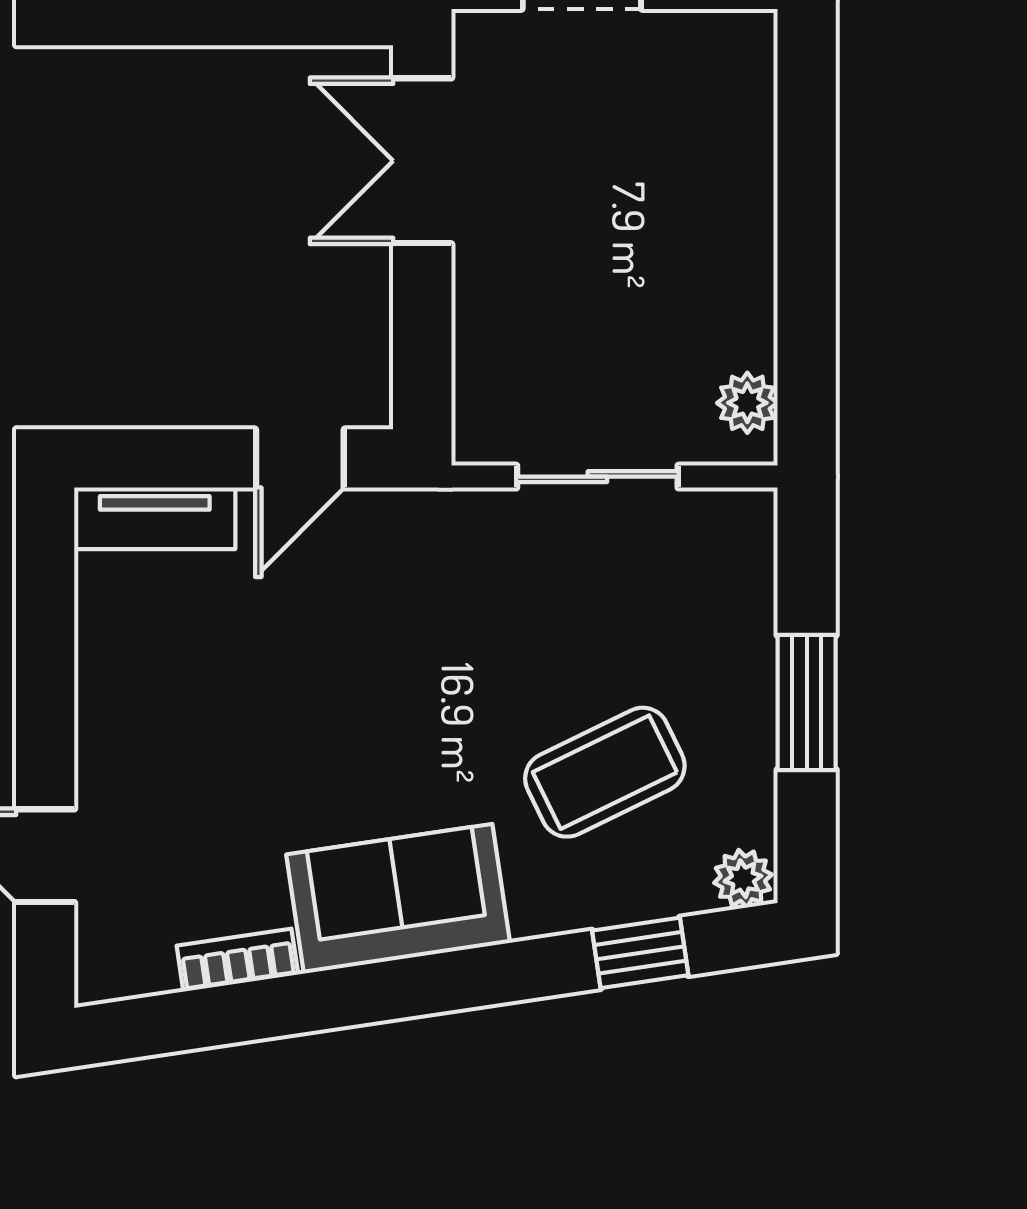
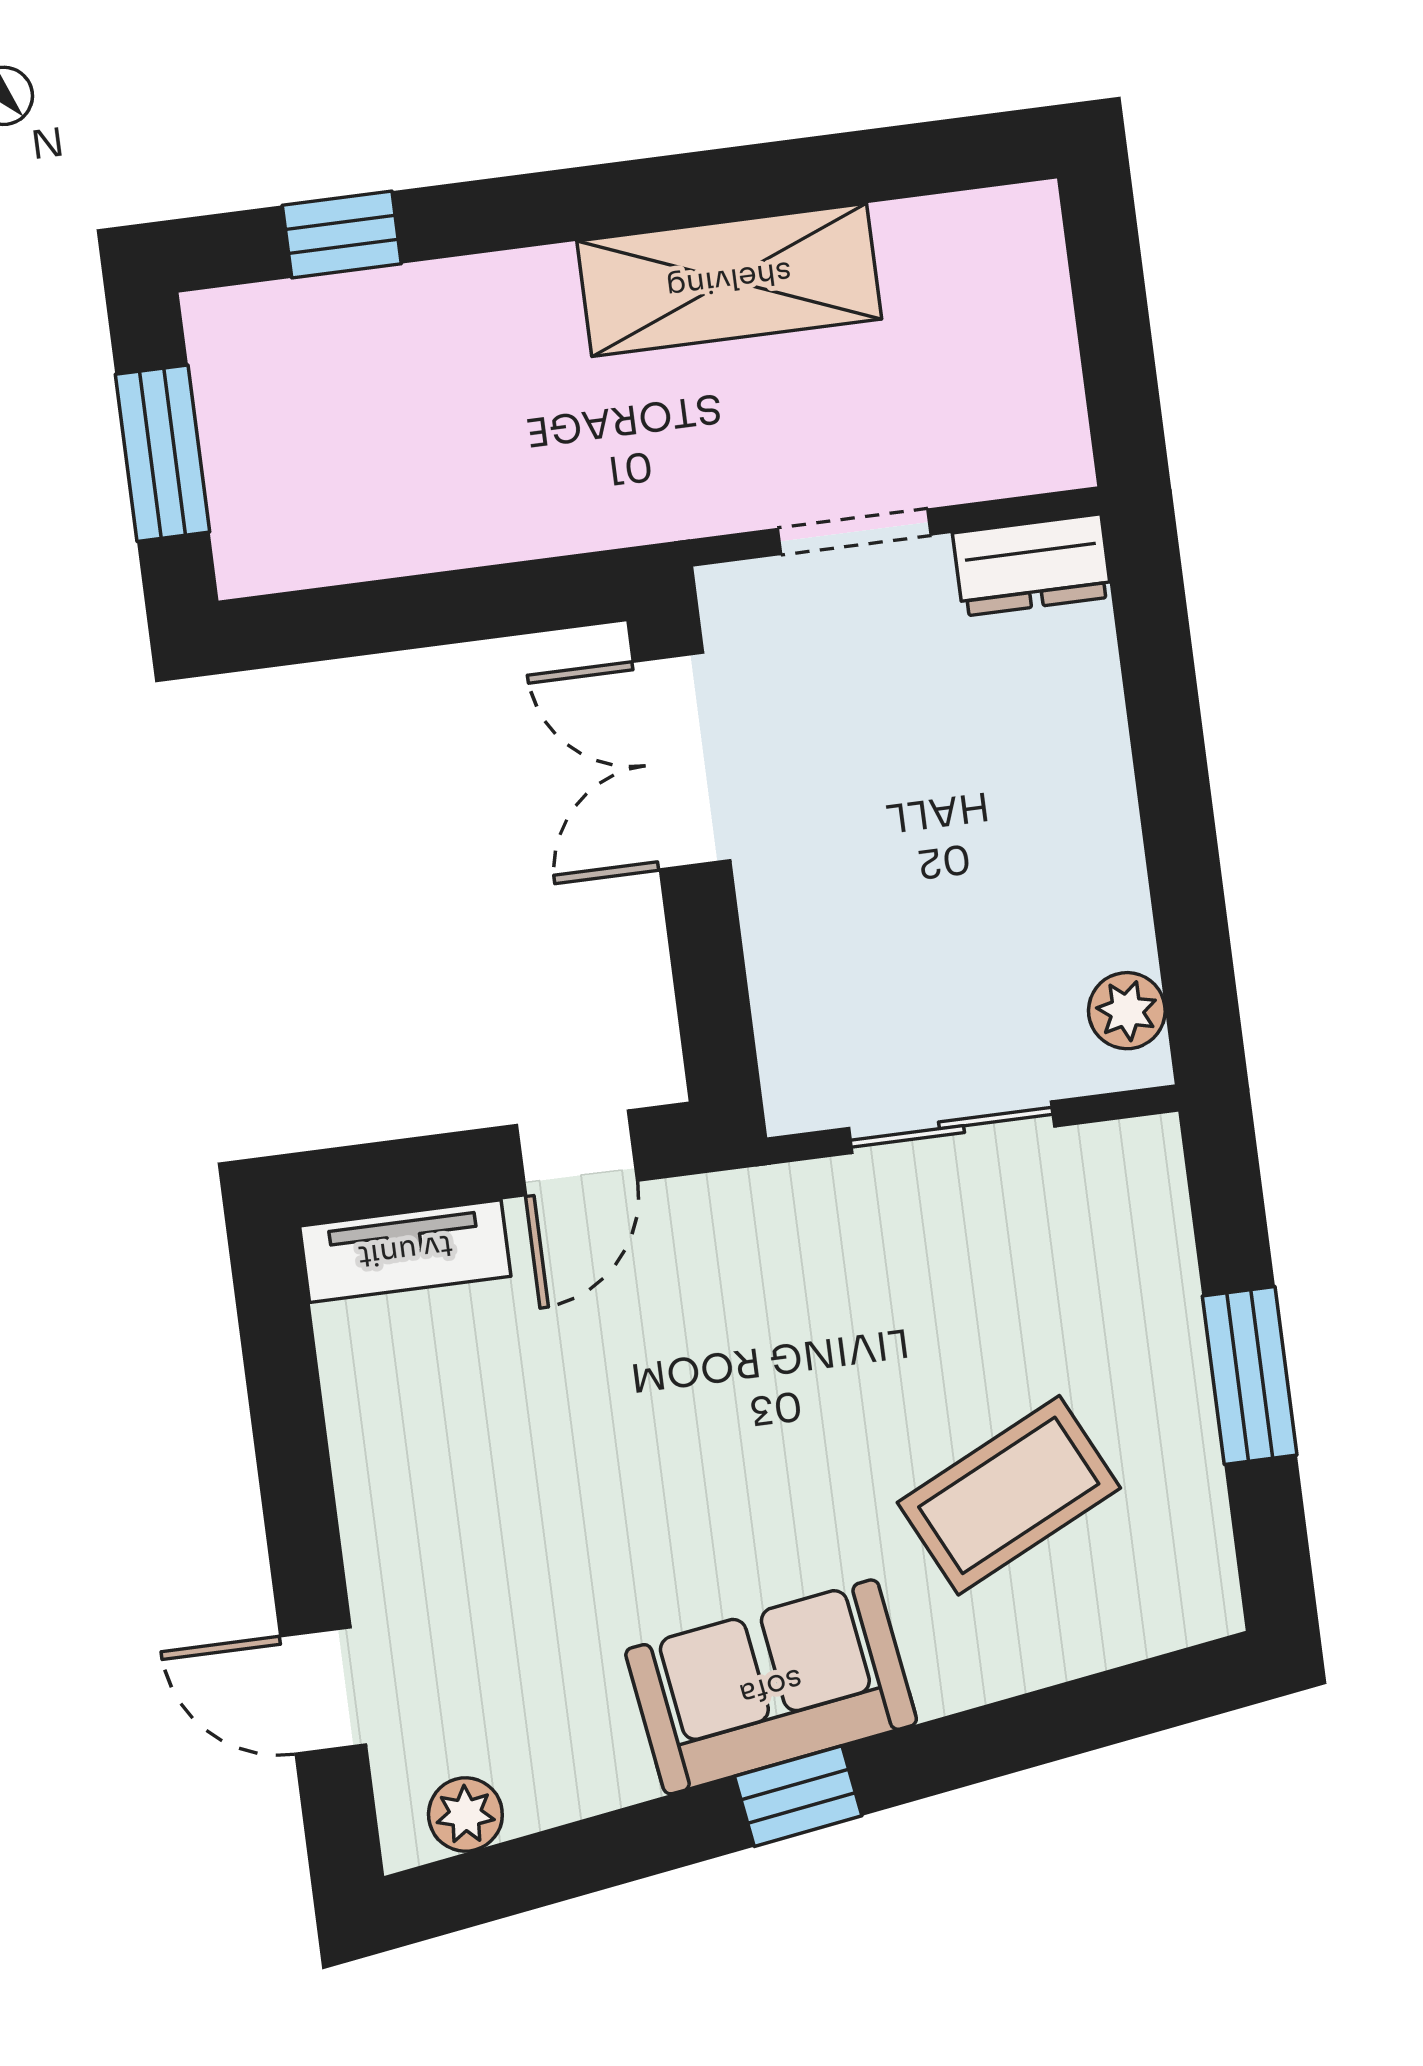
dresser: (718, 42) -> (1032, 565), added
plant: (743, 879) -> (465, 1814), moved
window: (640, 953) -> (798, 1796), moved
bookcase: (237, 960) -> (580, 1790), removed

